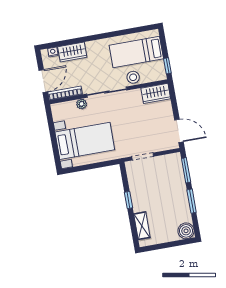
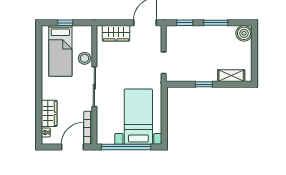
window: (167, 66) -> (65, 23), moved
door: (43, 81) -> (73, 147), hinge flipped
wardrobe: (156, 93) -> (116, 33), moved, turned 90
plant: (82, 104) -> (102, 113), removed
window: (53, 134) -> (126, 147), added
window: (186, 170) -> (185, 23), width x0.67

